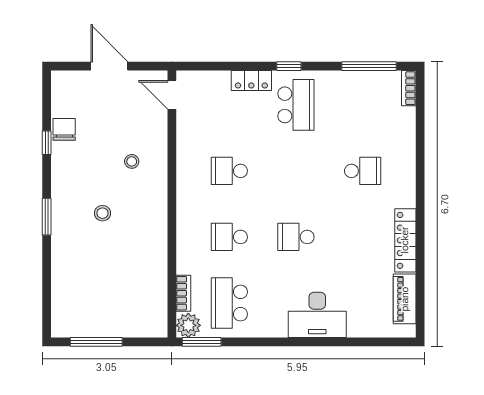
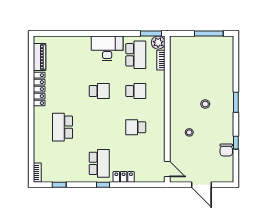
window: (369, 66) -> (59, 185), width x0.46
school desk: (296, 105) -> (99, 163), turned 180
school desk: (229, 171) -> (136, 127), turned 180
school desk: (363, 171) -> (63, 127), width x1.85
desk: (317, 315) -> (107, 48), moved

